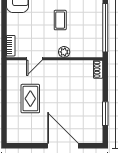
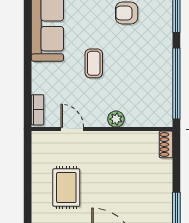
coffee table: (60, 20) -> (94, 63), moved
door: (34, 59) -> (72, 129), swing flipped

